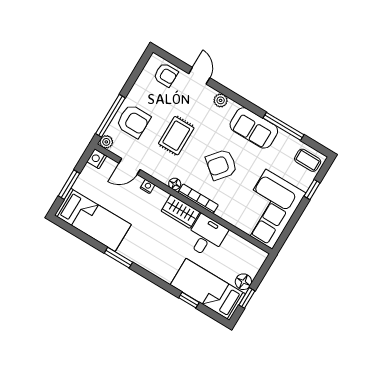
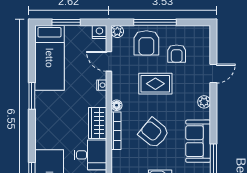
armchair: (166, 75) -> (177, 54), moved
window: (110, 116) -> (155, 22), moved

